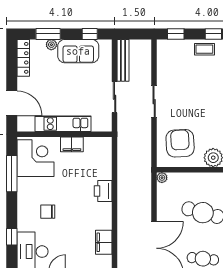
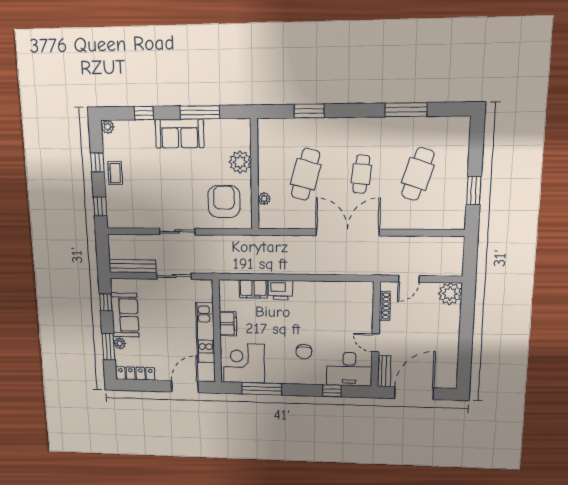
armchair: (180, 143) -> (224, 202), turned 93
plant: (162, 178) -> (264, 199), moved
filing cabinet: (104, 242) -> (253, 289), moved

